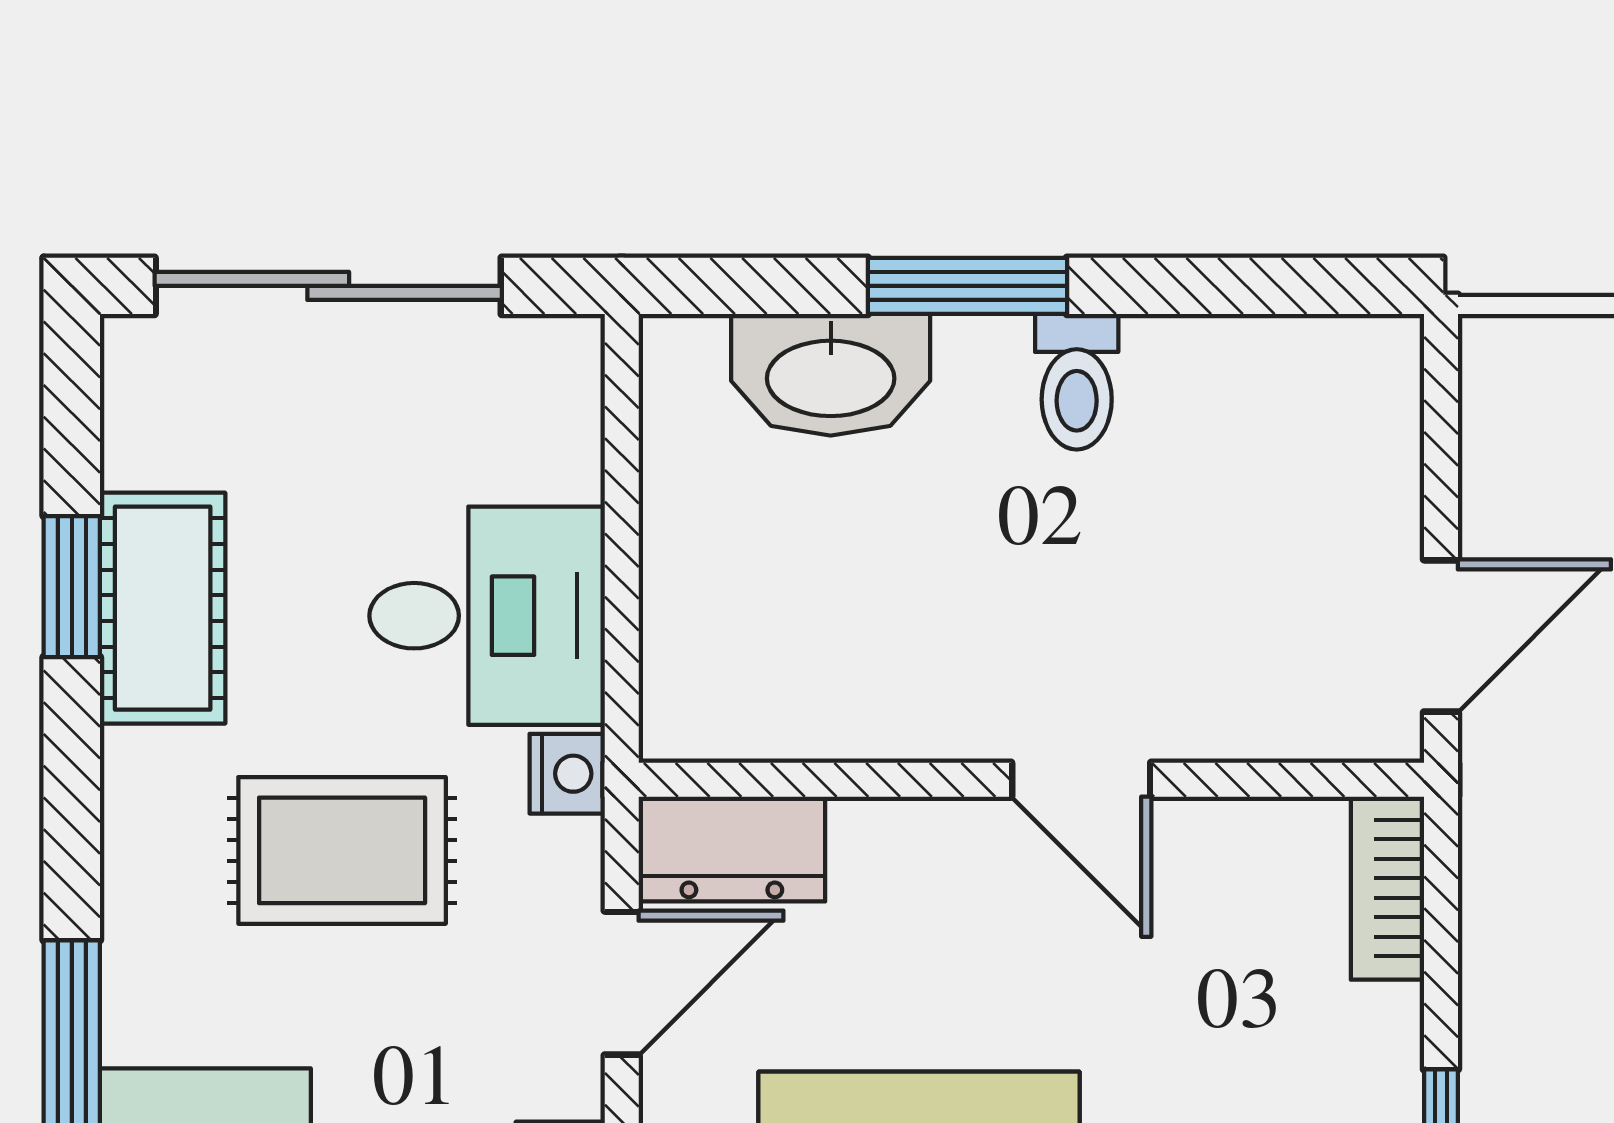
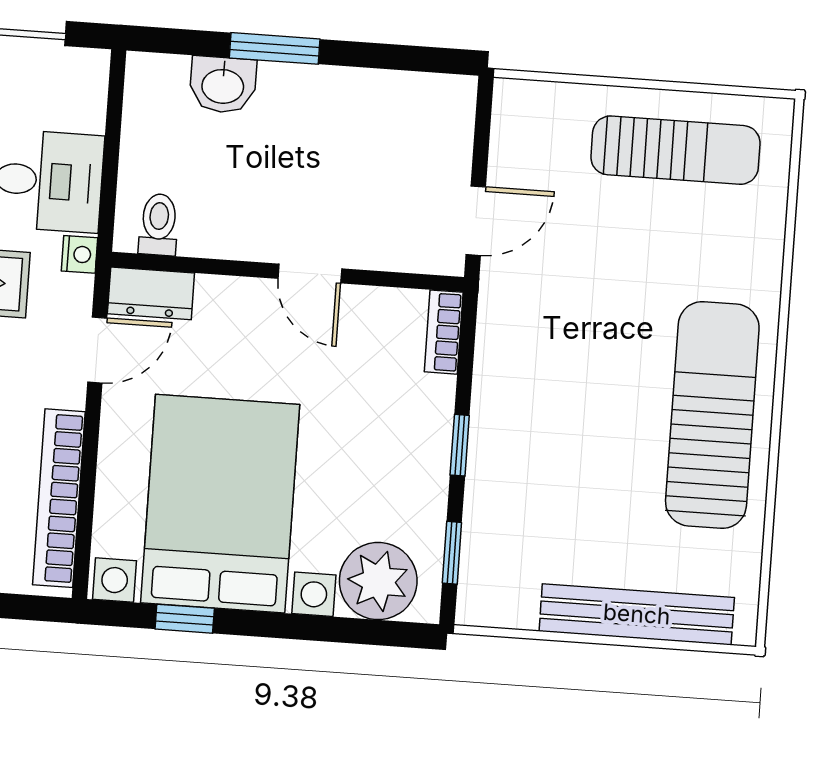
washbasin: (831, 375) -> (223, 85), width x0.72
toilet: (1077, 382) -> (159, 225), moved, turned 180

